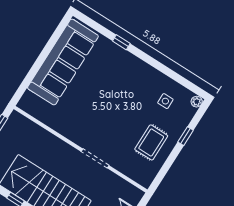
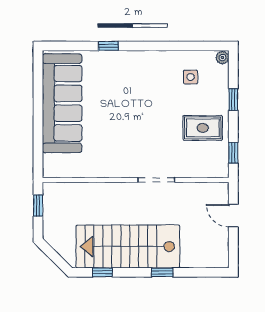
rug: (151, 142) -> (203, 128), turned 90
window: (162, 174) -> (233, 153), added

